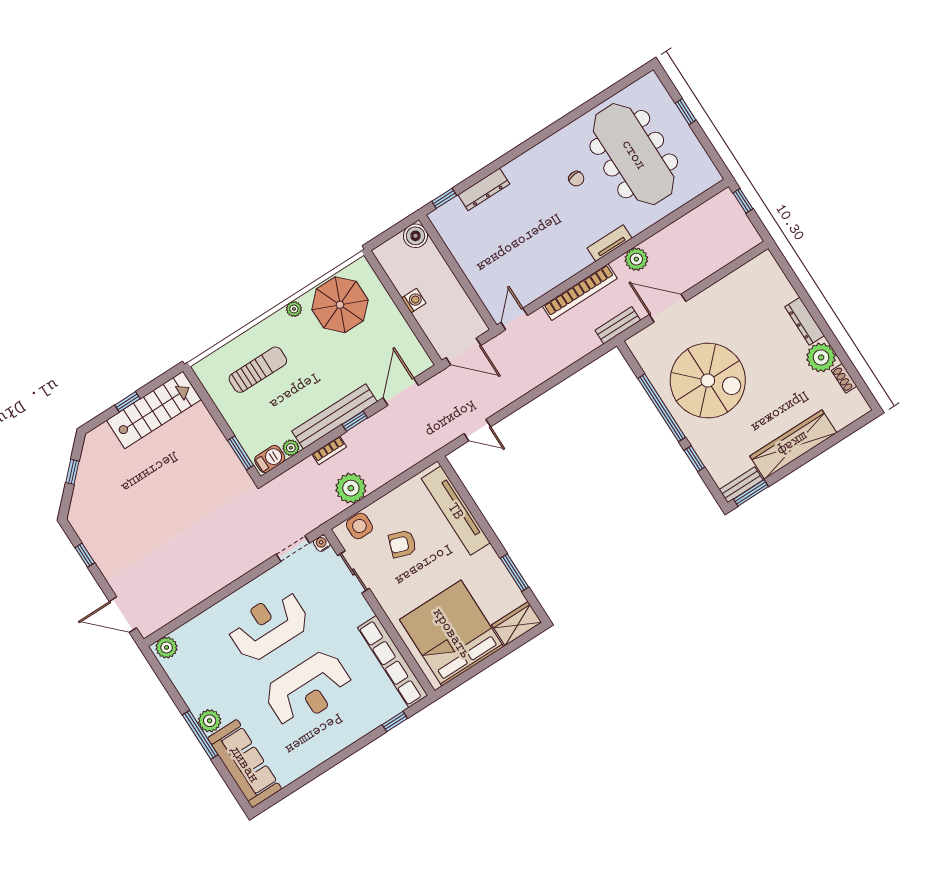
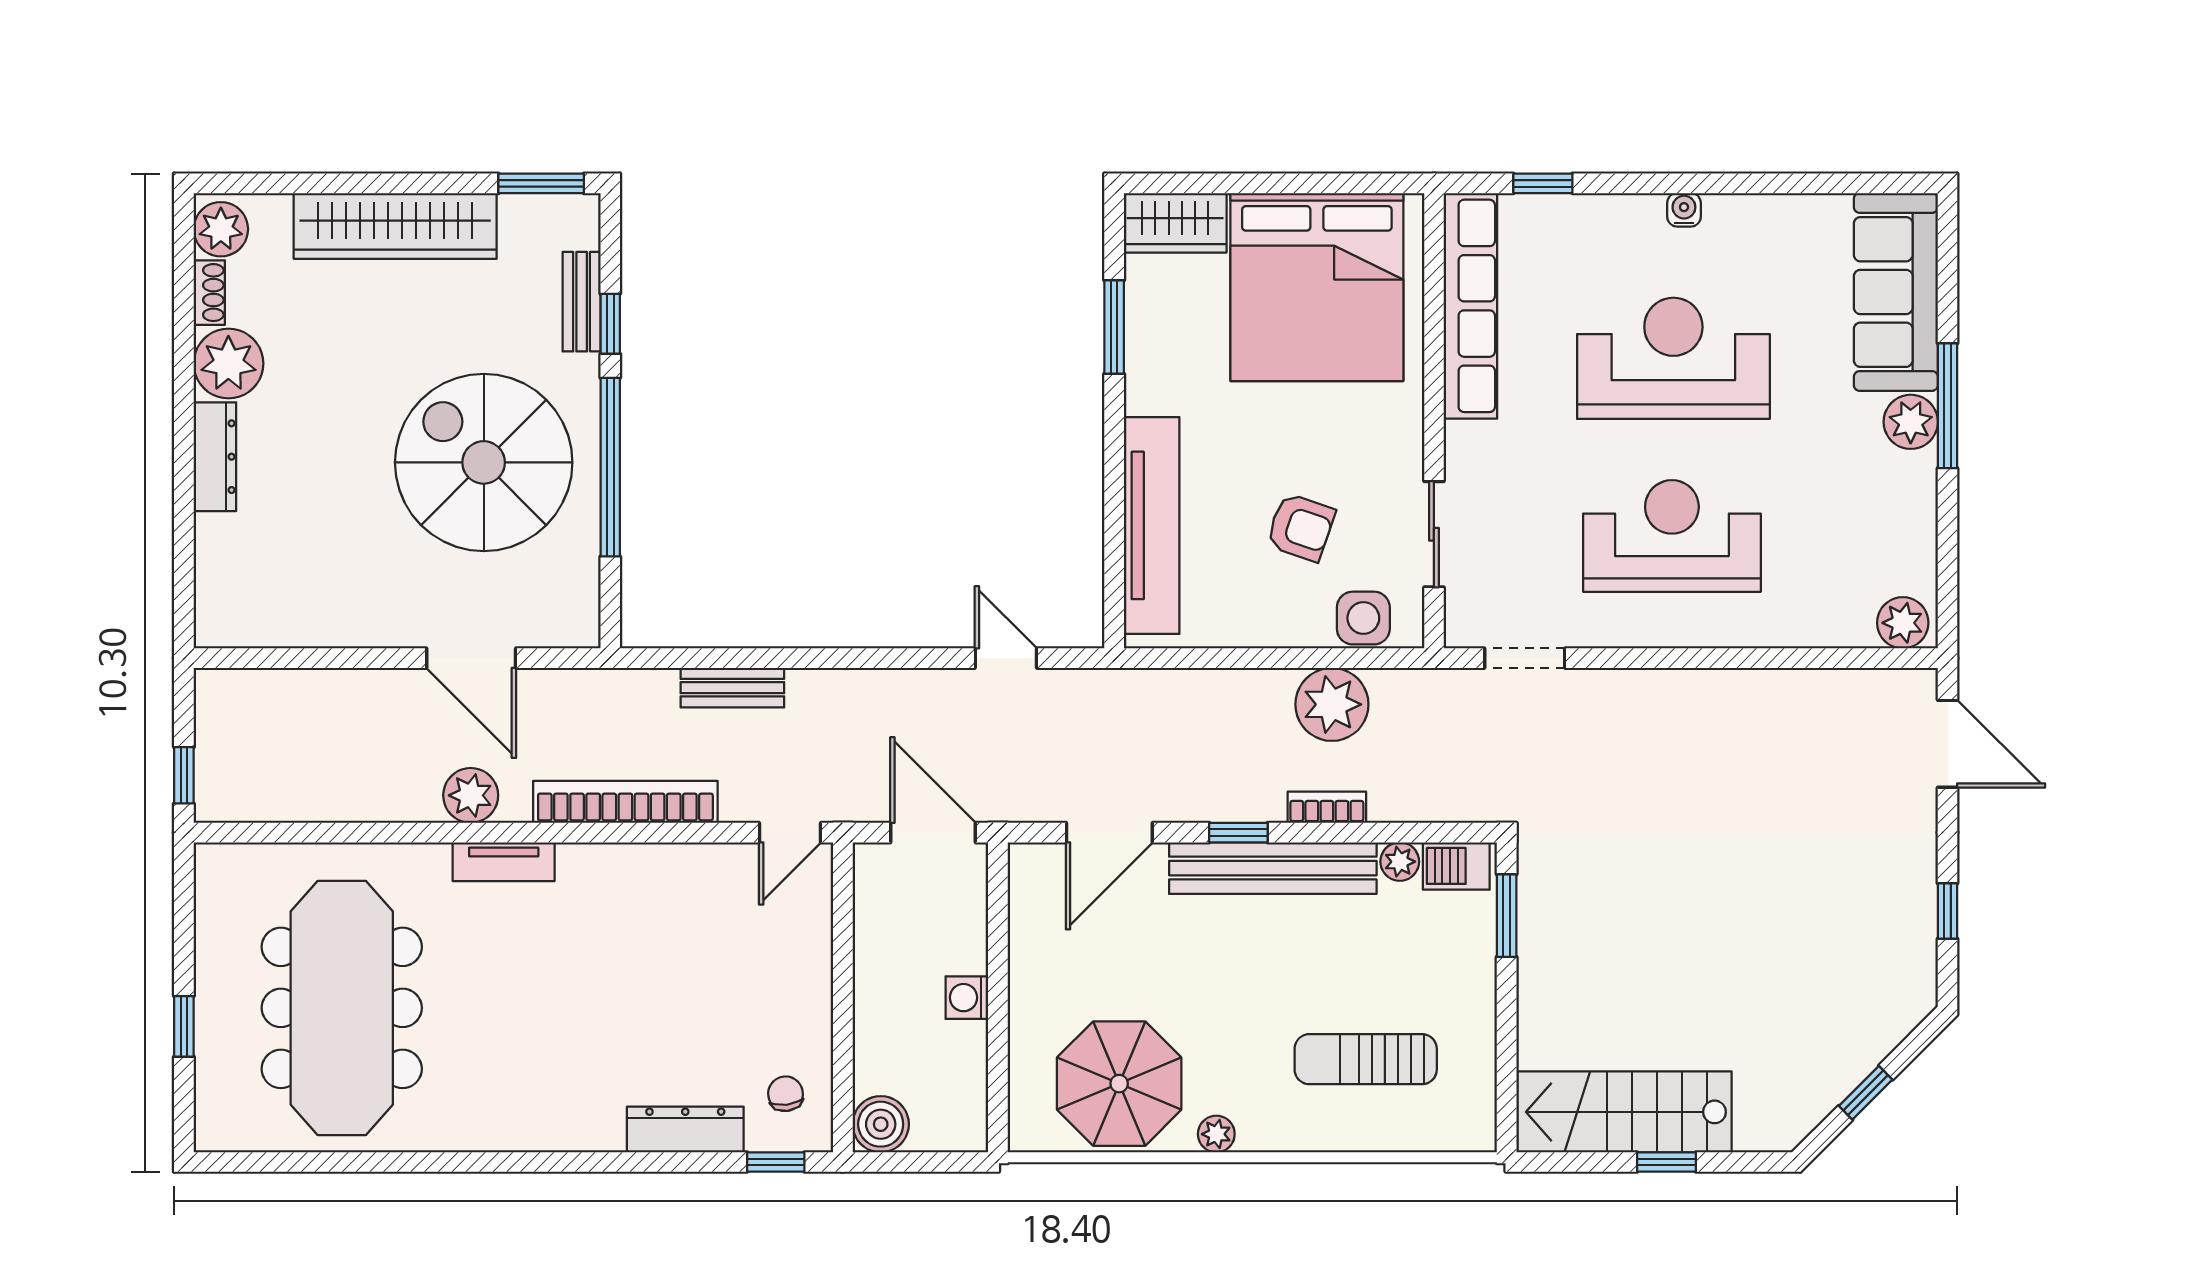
chair: (576, 179) -> (786, 1094), moved
bench: (618, 325) -> (732, 688), moved
plant: (854, 403) -> (221, 229), added
bench: (741, 485) -> (582, 302), moved, turned 90
water cooler: (322, 543) -> (1684, 210), moved, turned 180
reception desk: (268, 626) -> (1672, 536), turned 180

